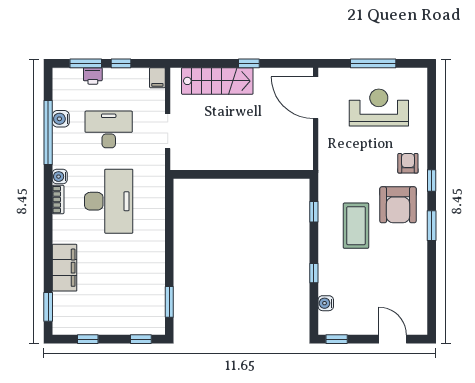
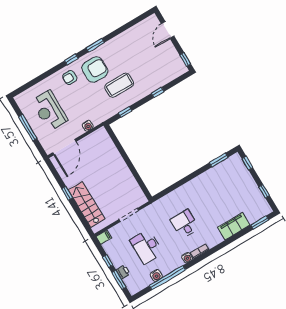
desk: (109, 201) -> (185, 224), width x0.53, depth x0.77
water cooler: (326, 303) -> (88, 126), moved

